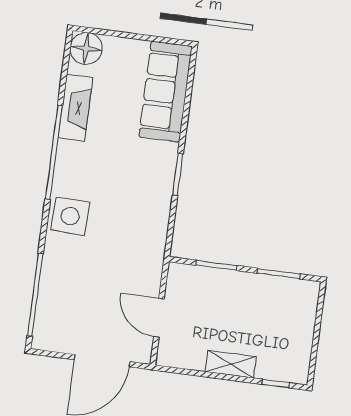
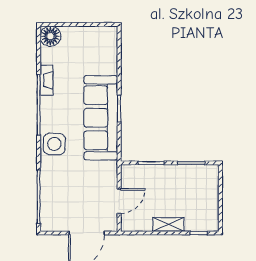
sofa: (166, 92) -> (101, 118), moved, width x1.36, depth x1.27
fireplace: (75, 108) -> (47, 80), width x0.73, depth x0.76
door: (159, 318) -> (119, 201), swing flipped

